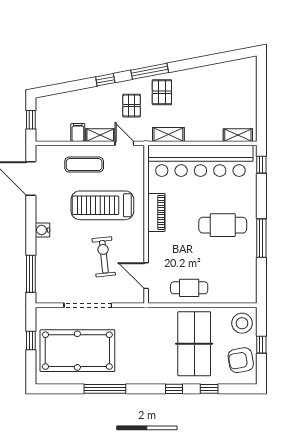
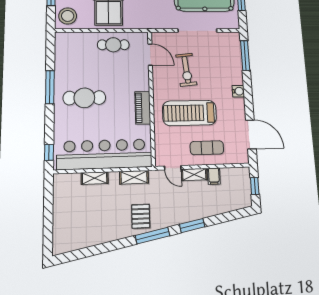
window: (105, 80) -> (192, 226), width x1.50
pallet: (132, 106) -> (168, 203), removed
shelving: (238, 135) -> (95, 178), moved
treadmill: (102, 205) -> (189, 113), turned 180

